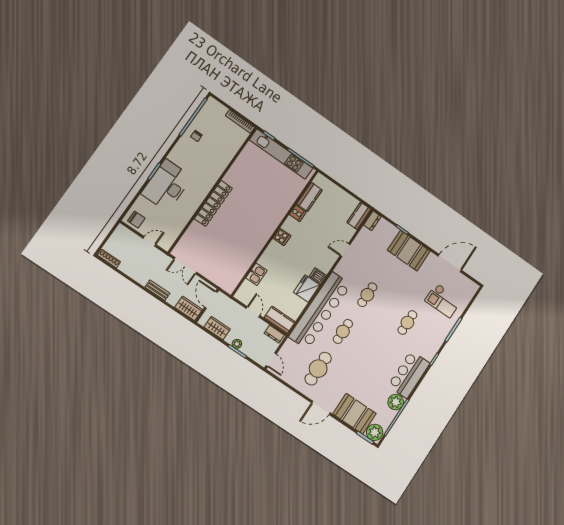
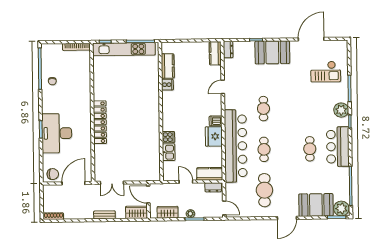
cooker: (282, 237) -> (168, 137), moved
door: (149, 241) -> (73, 183), width x1.88
cafe table: (407, 323) -> (310, 149), moved
plant: (396, 402) -> (341, 110), moved

